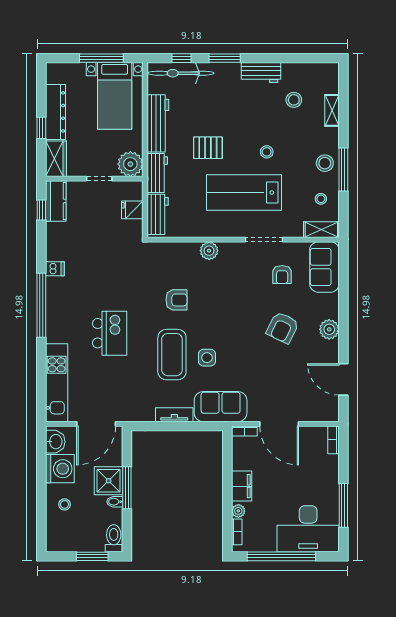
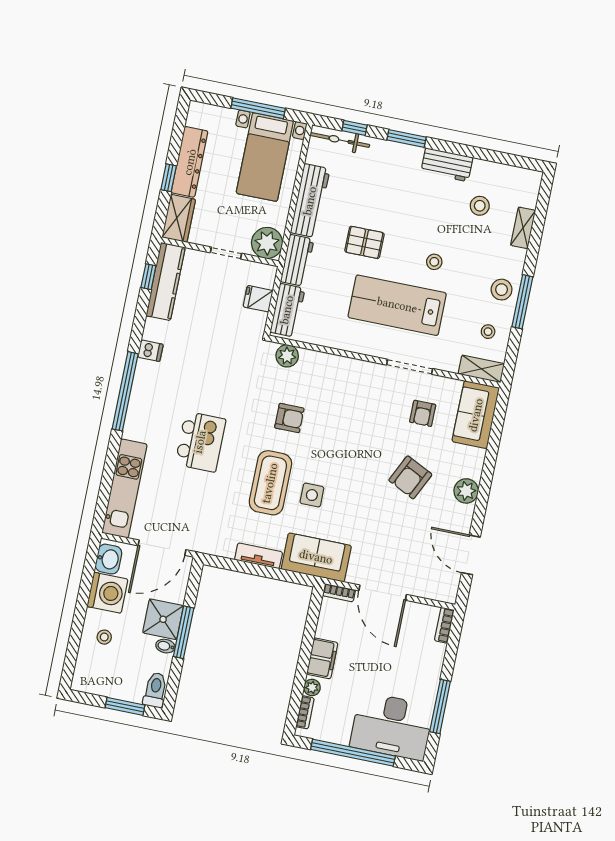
bicycle: (181, 73) -> (340, 140), width x0.73, depth x0.71
kitchen counter: (56, 201) -> (166, 282), width x1.50
plant: (209, 251) -> (287, 356), moved

